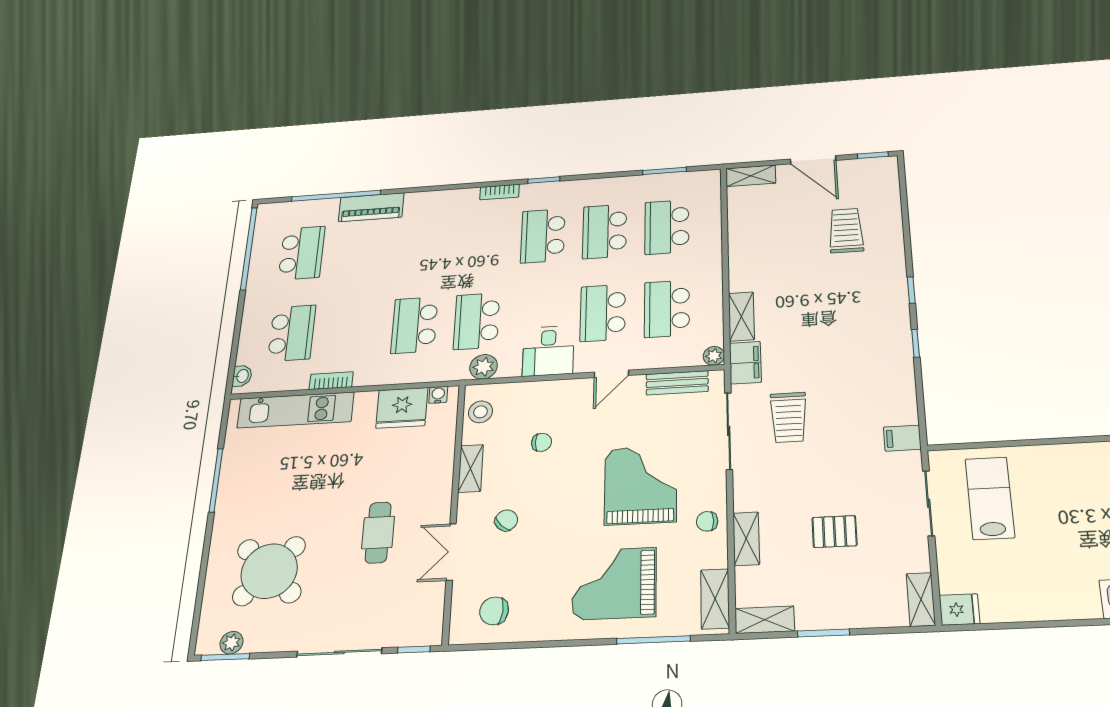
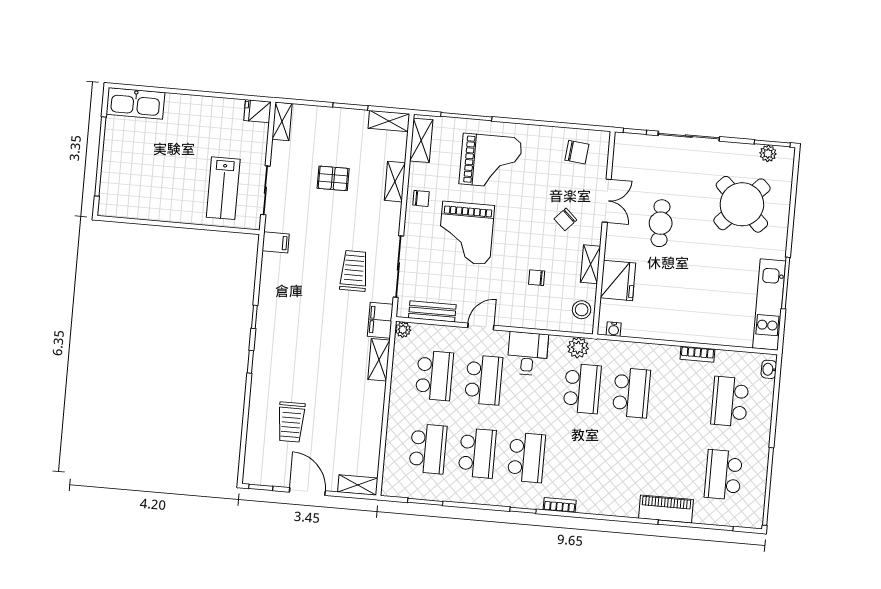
fridge: (402, 408) -> (618, 280), moved, turned 90
kitchen unit: (295, 410) -> (769, 304), moved, turned -90

